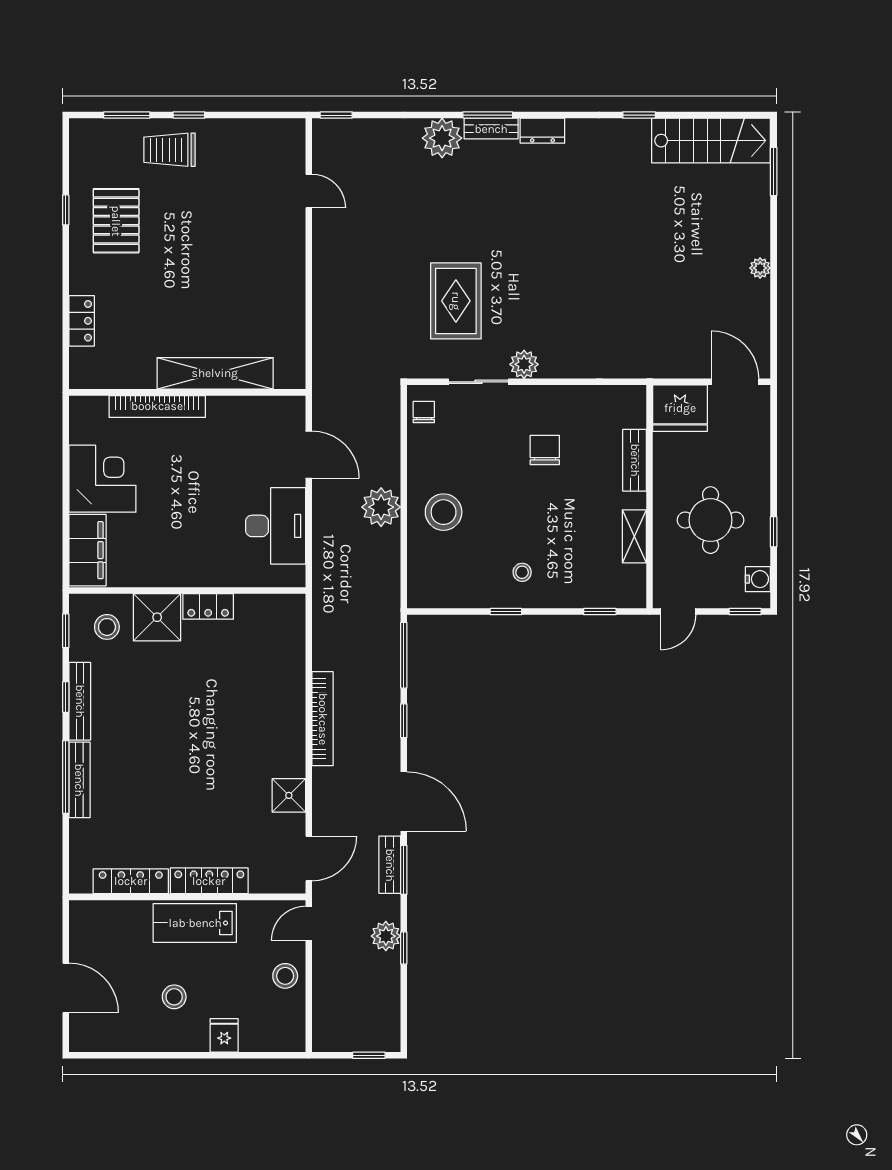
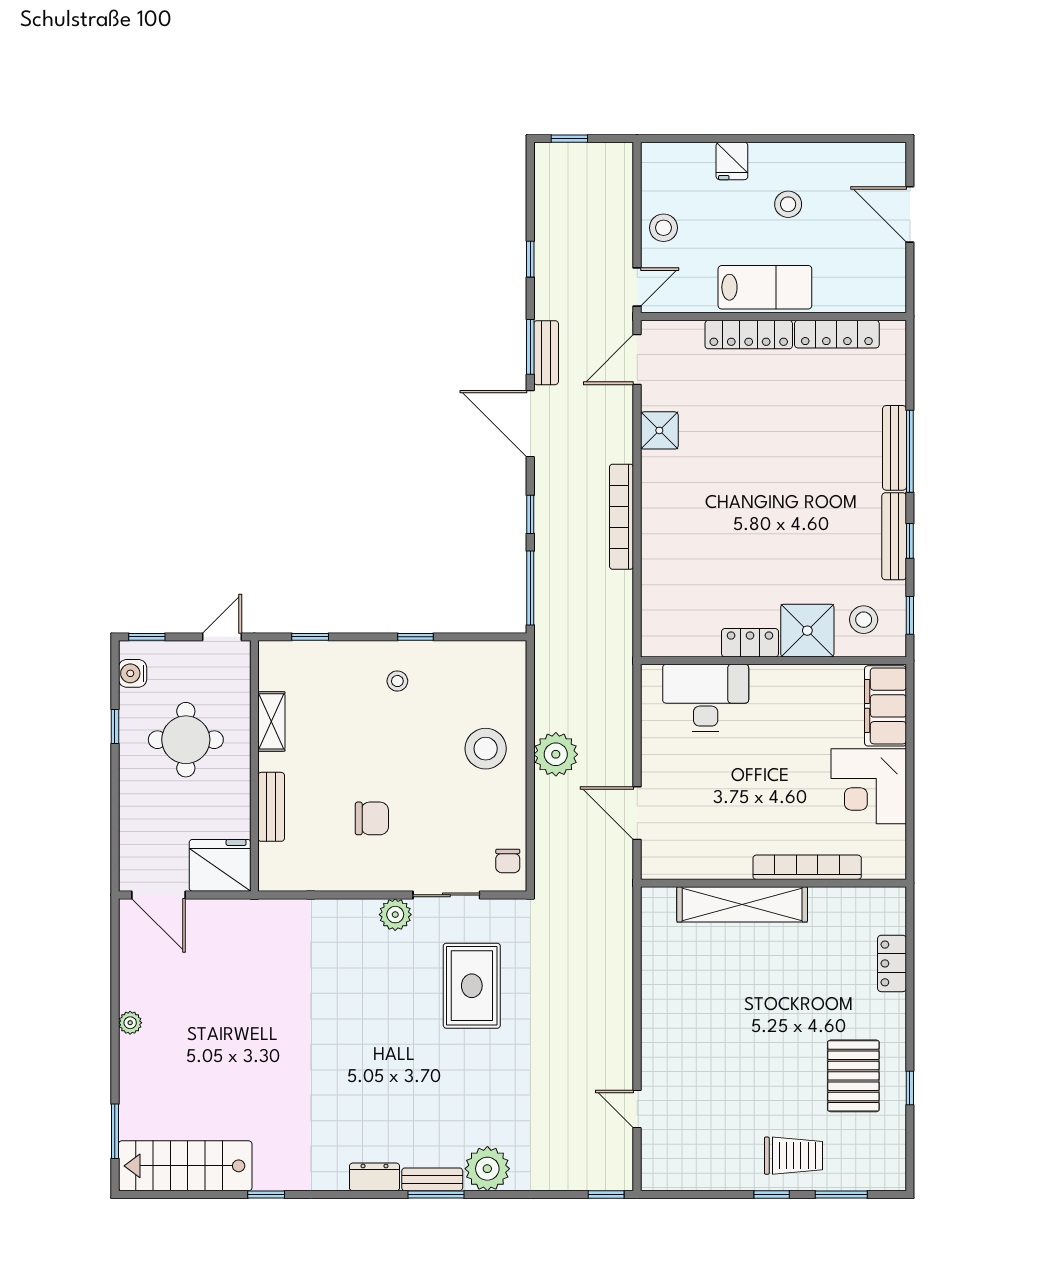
chair: (545, 450) -> (372, 818), turned -90
desk: (276, 526) -> (706, 698), moved, turned 90
plant: (386, 936) -> (550, 273), removed

